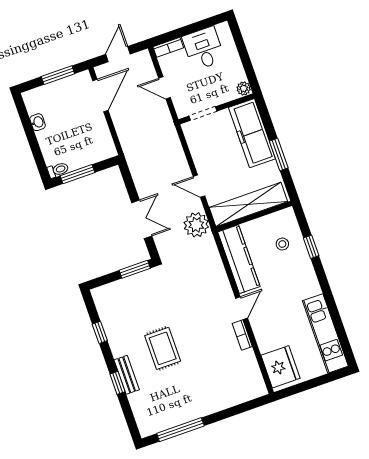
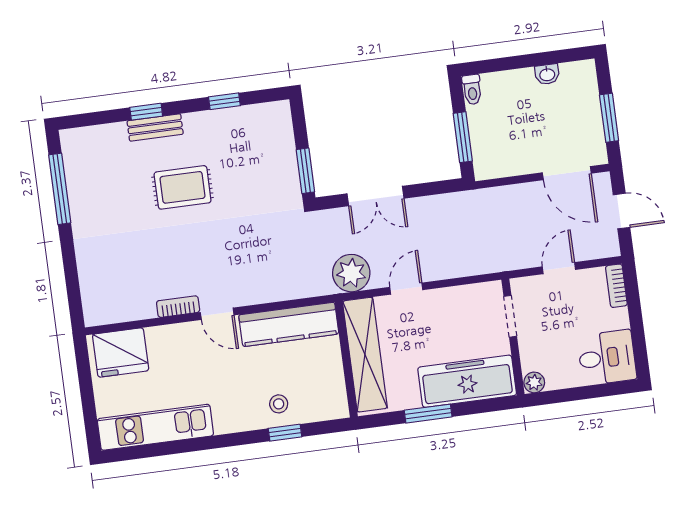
desk: (203, 48) -> (607, 358), moved
window: (77, 174) -> (463, 137), moved
stool: (282, 244) -> (279, 404), moved

